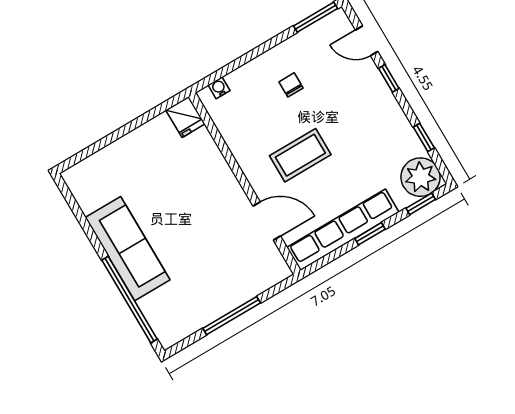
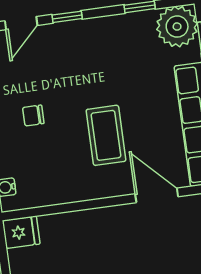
door: (267, 221) -> (157, 195), hinge flipped

